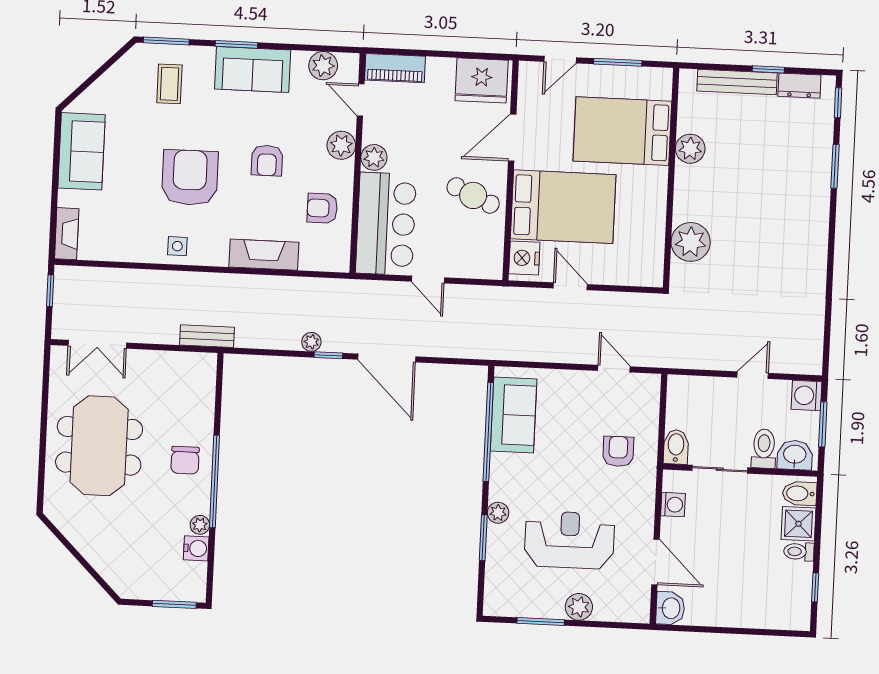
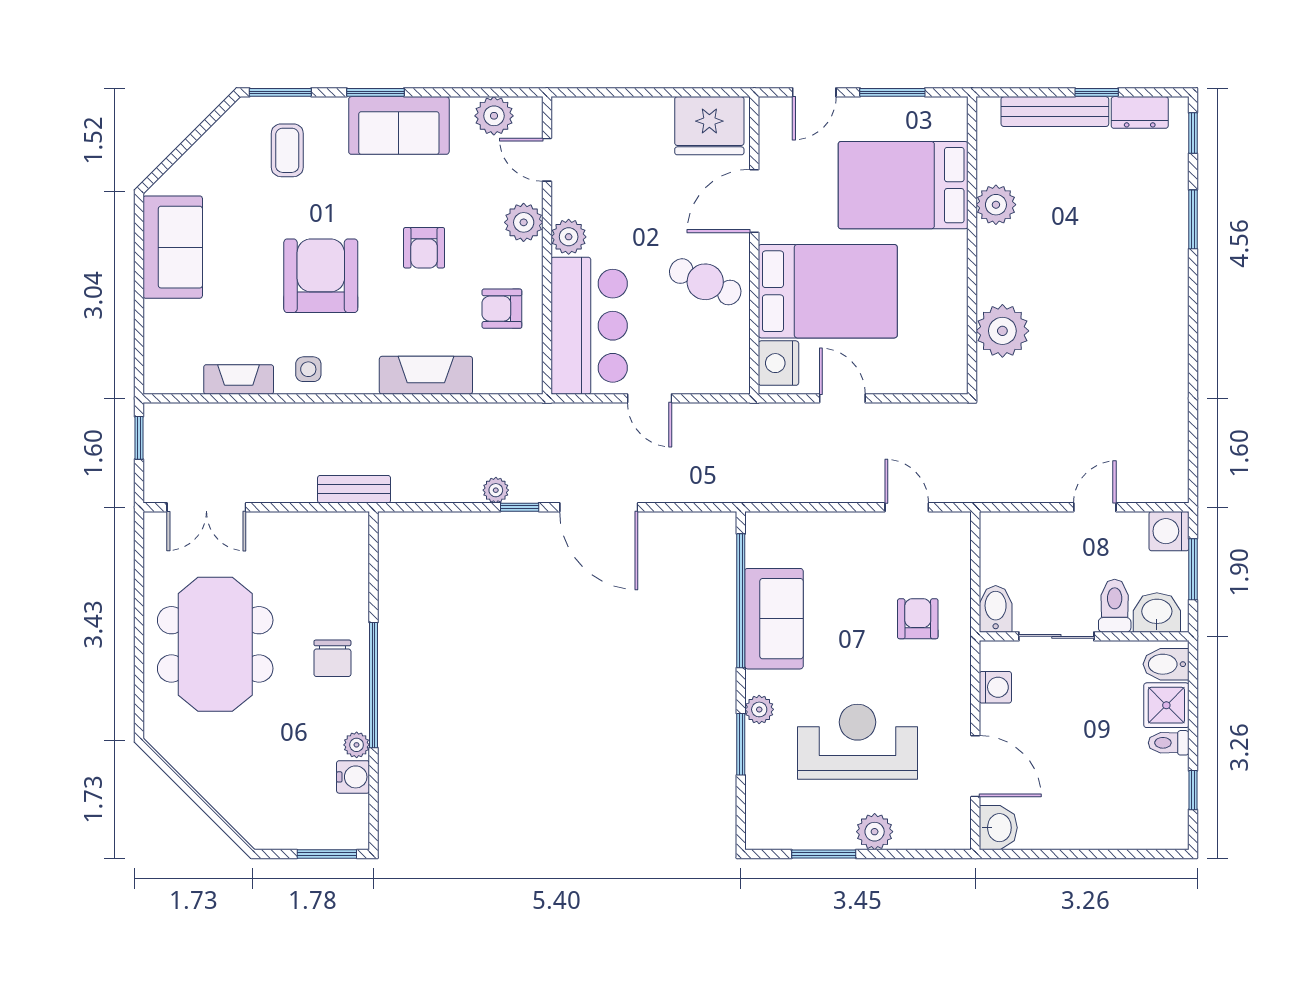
piano: (395, 68) -> (591, 115), removed
fireplace: (67, 234) -> (239, 379), moved, turned -90
sofa: (514, 415) -> (774, 619), moved

